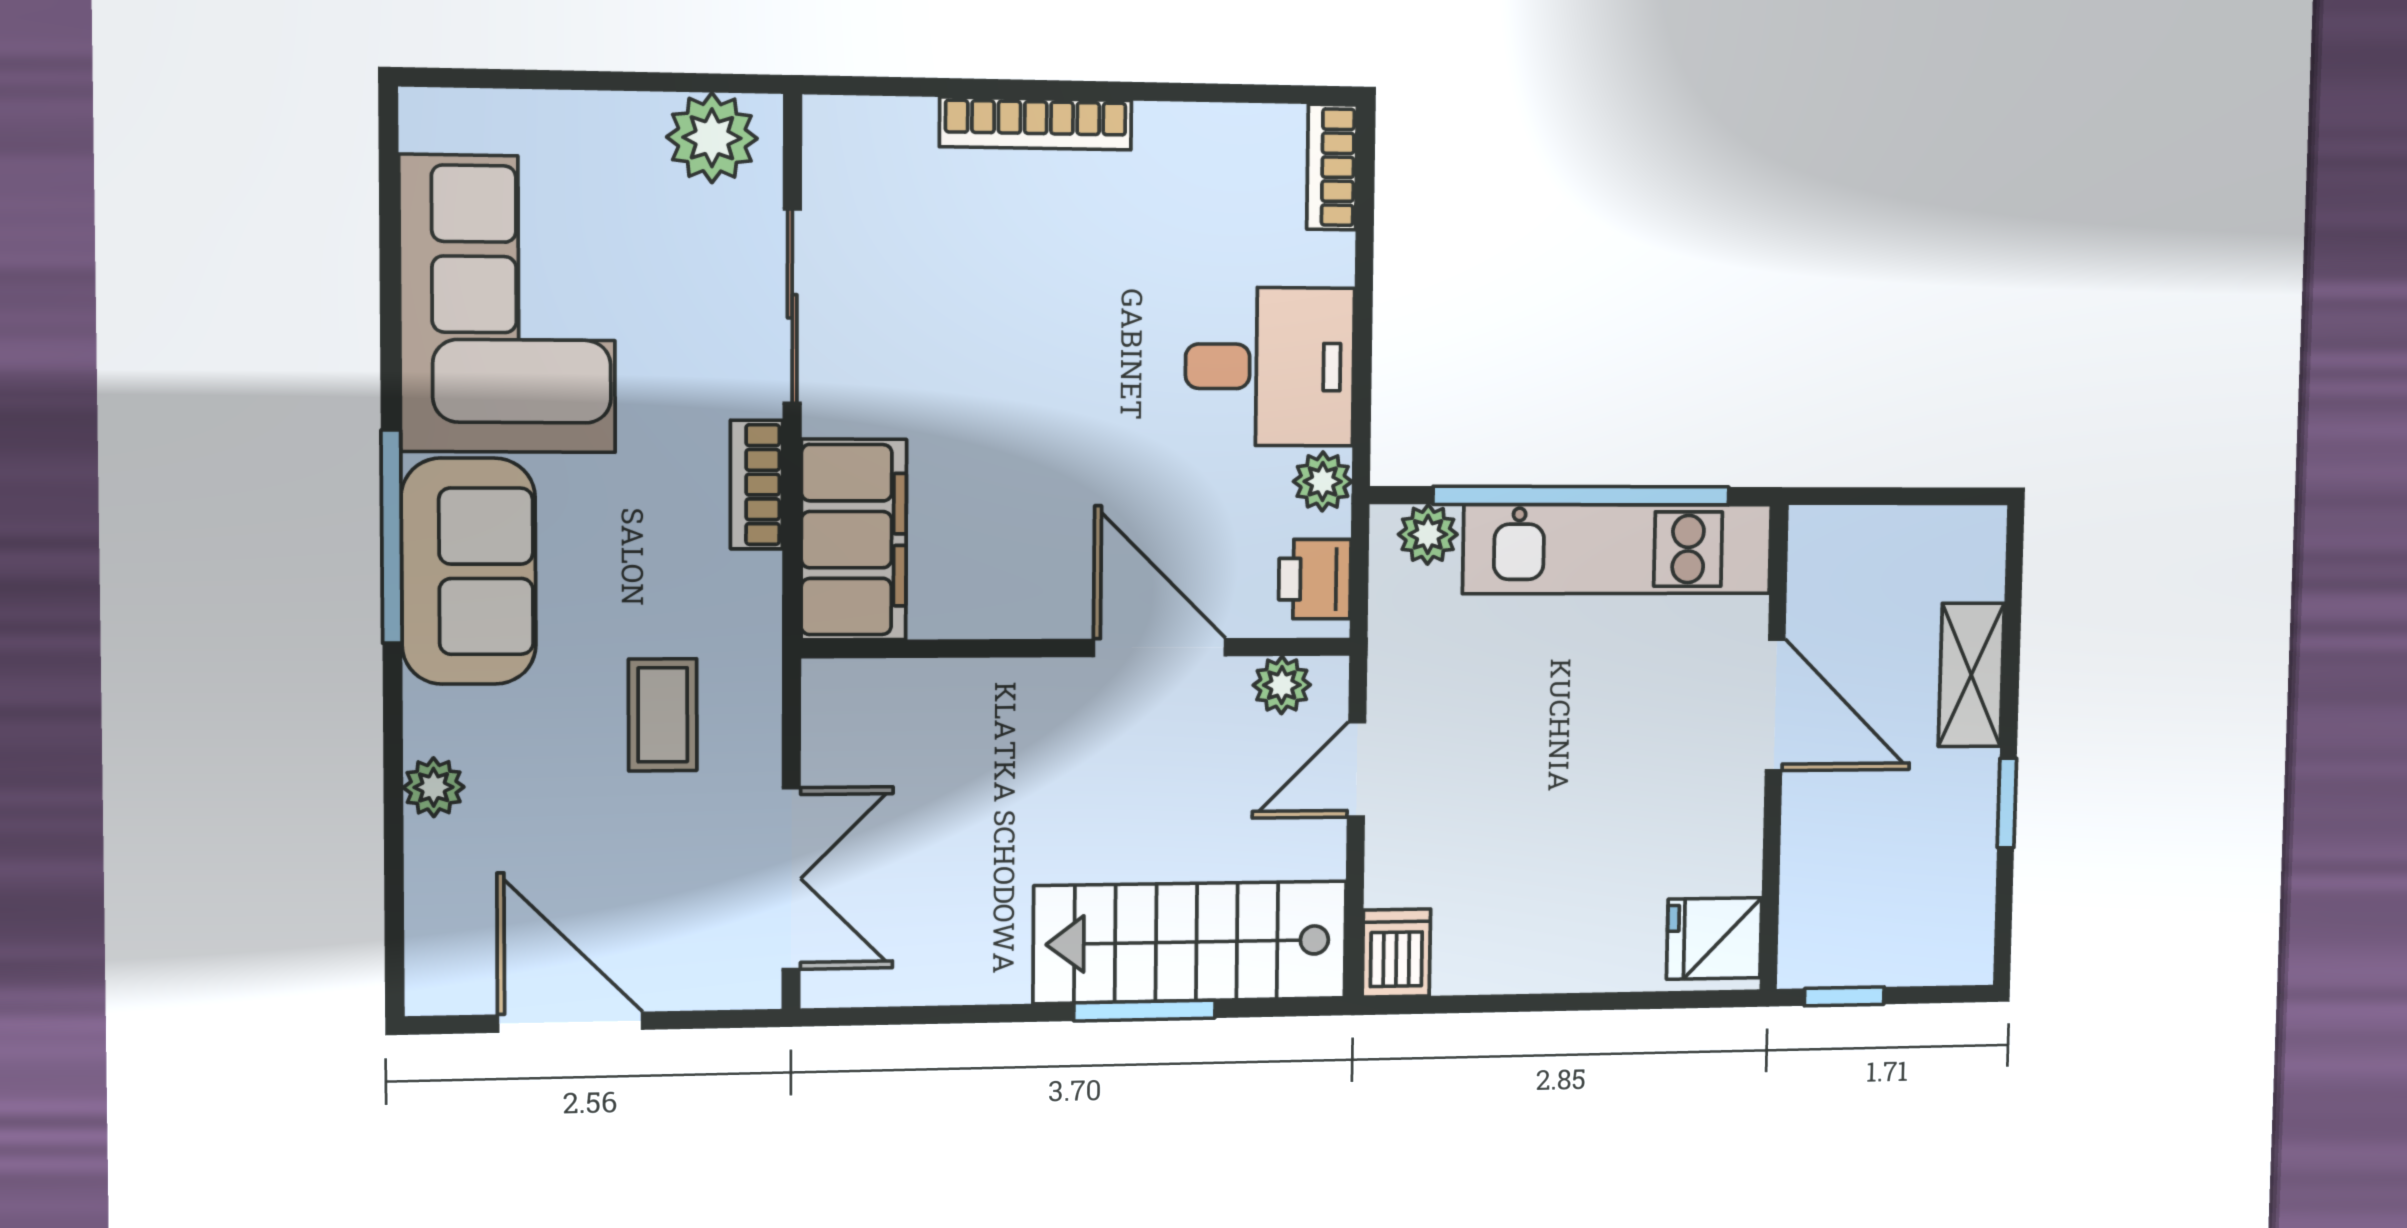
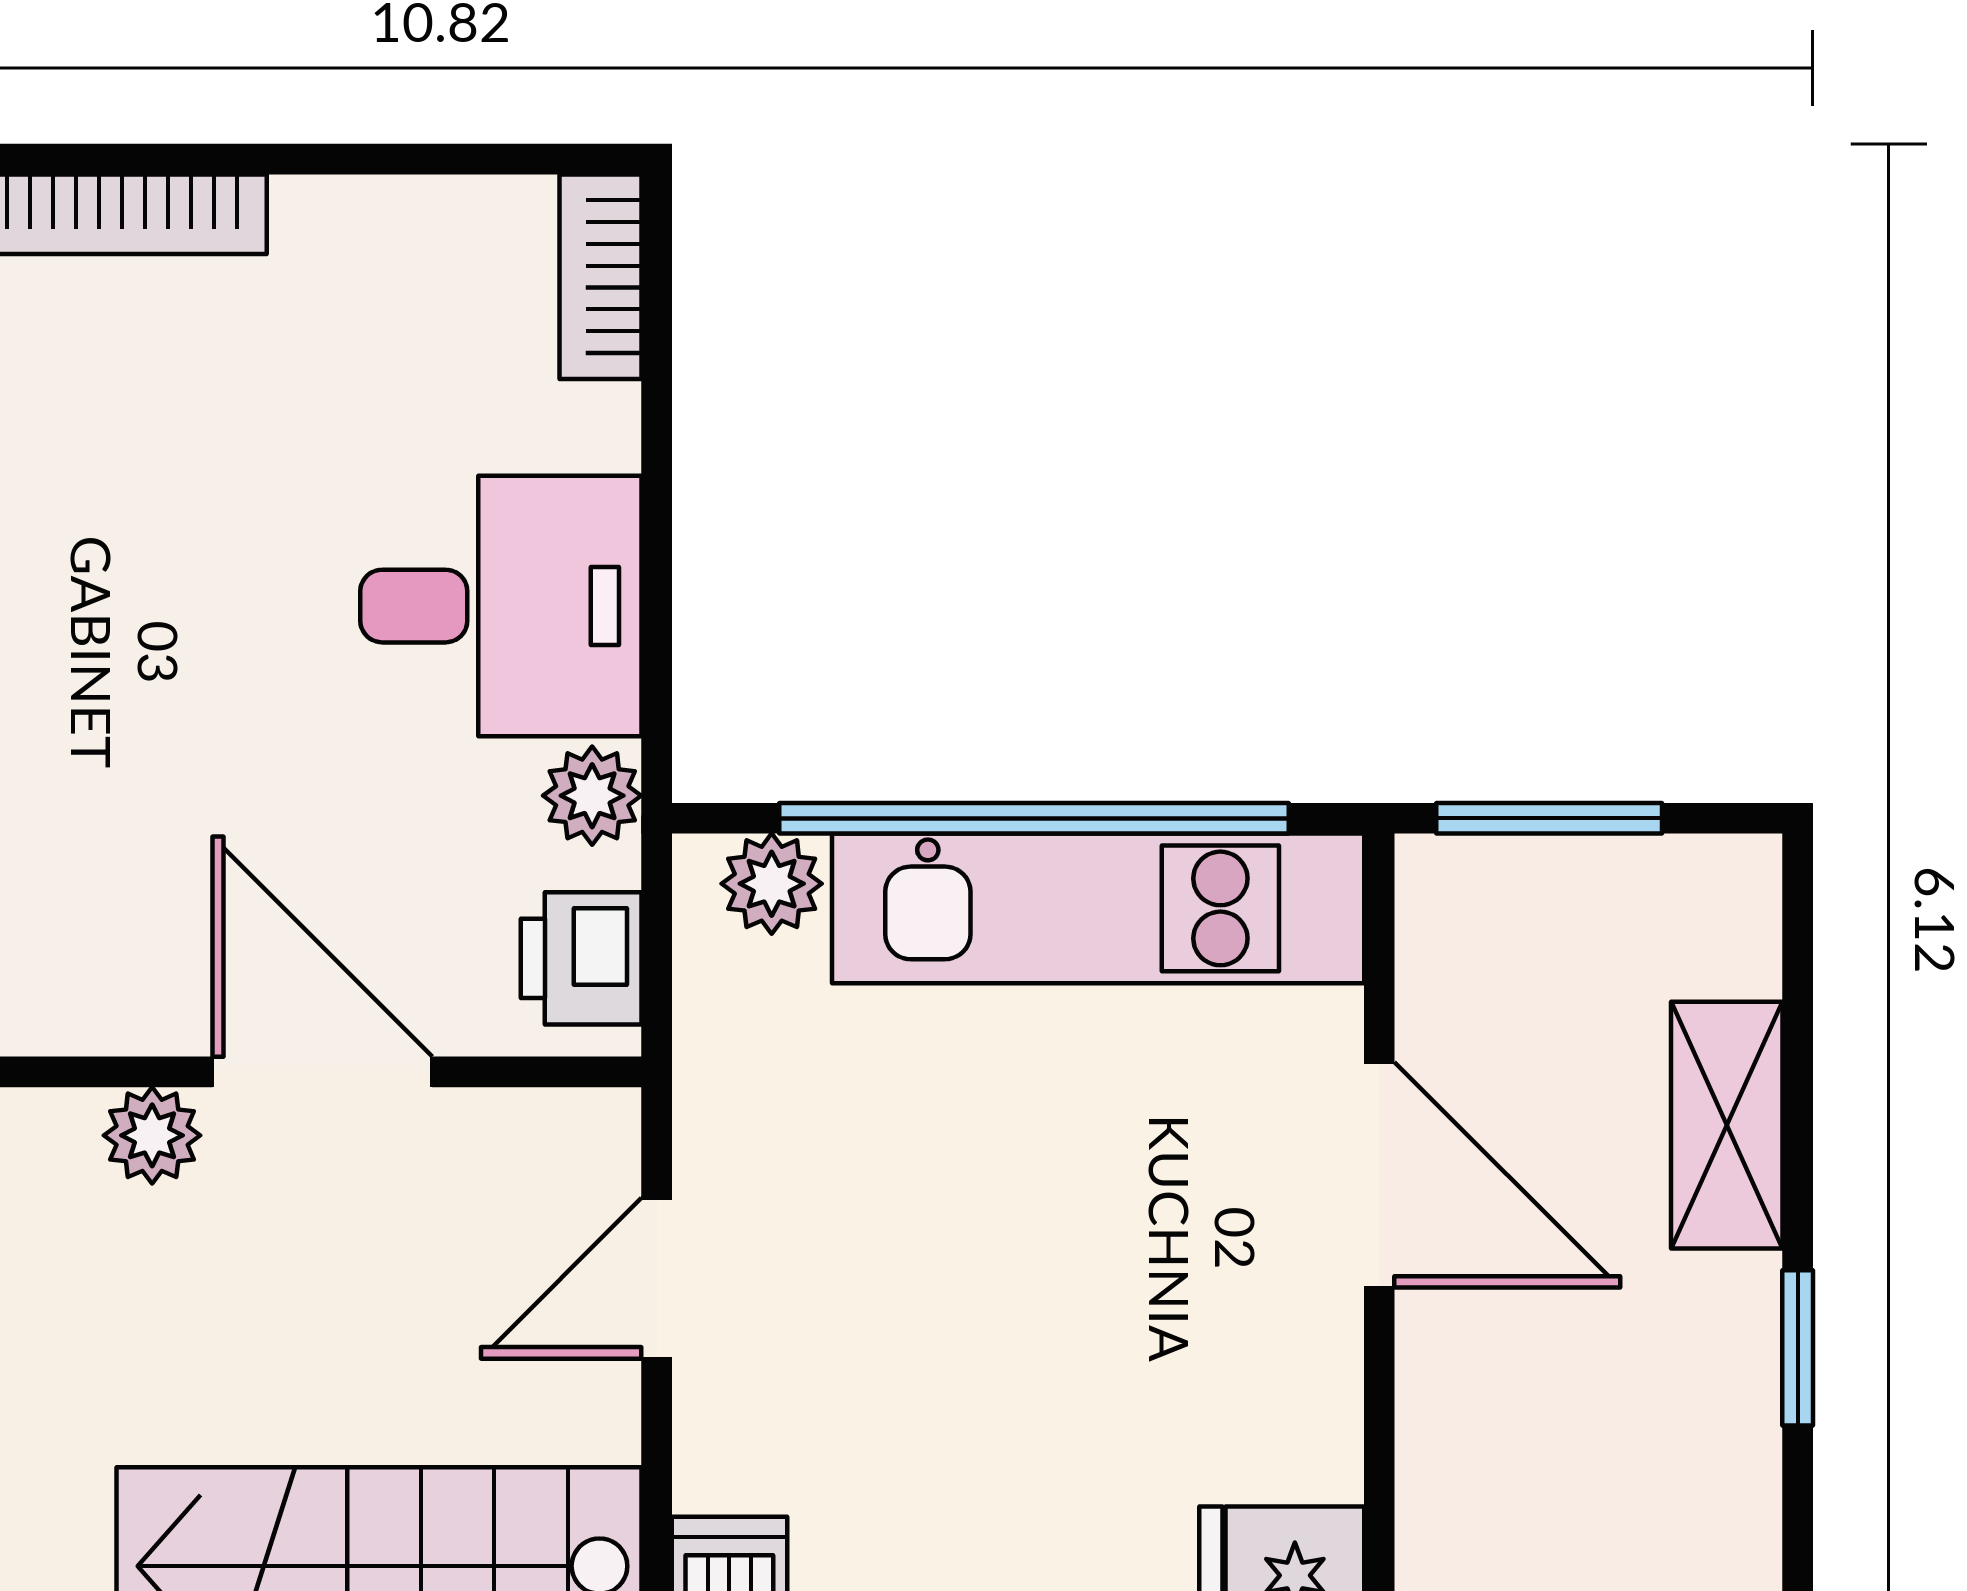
window: (1877, 496) -> (1549, 818), added
plant: (1282, 685) -> (152, 1135), moved

